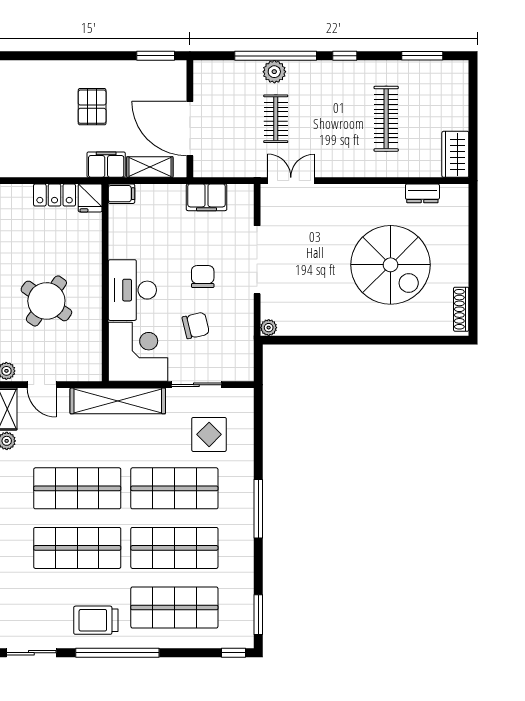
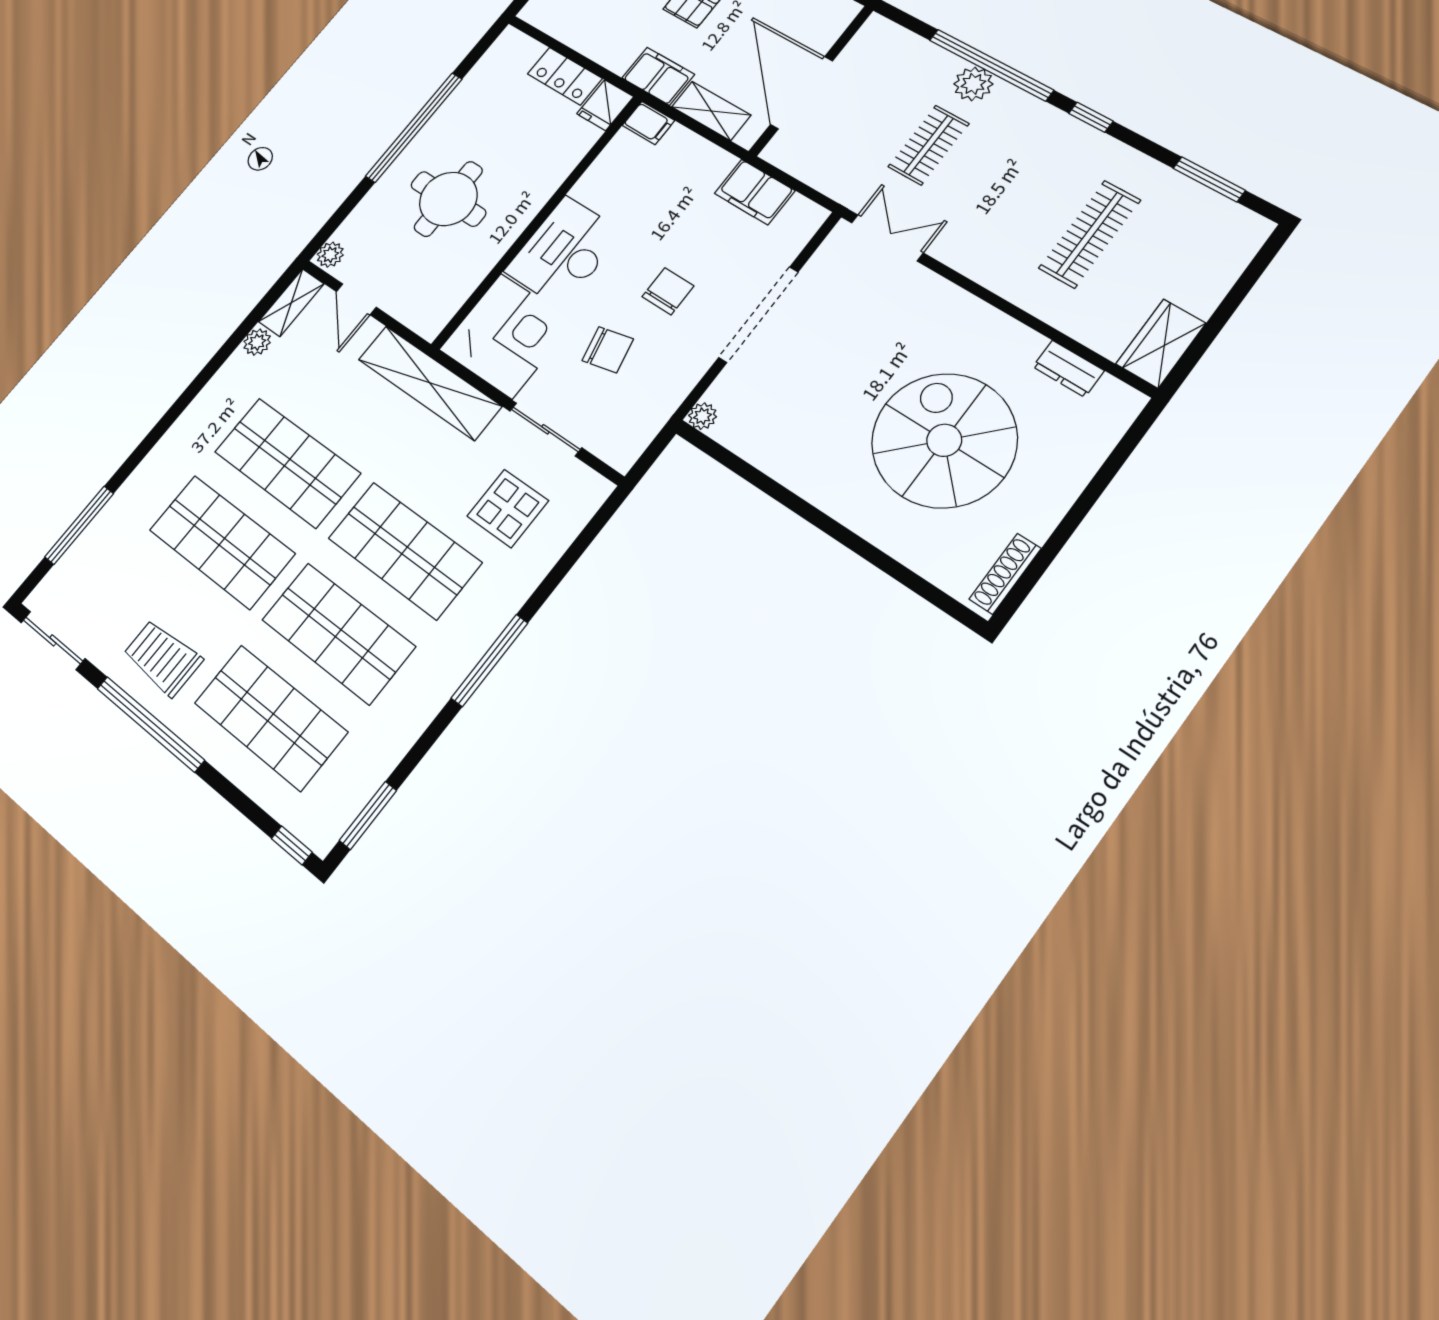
spiral stairs: (391, 265) -> (944, 440), turned 180
round table: (46, 301) -> (448, 199), turned -35

